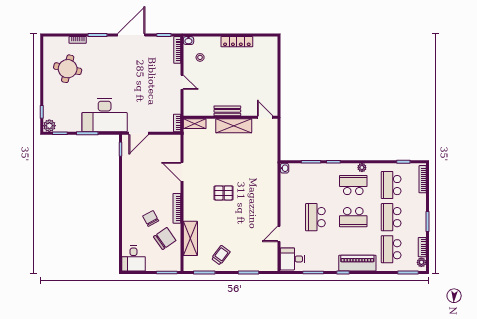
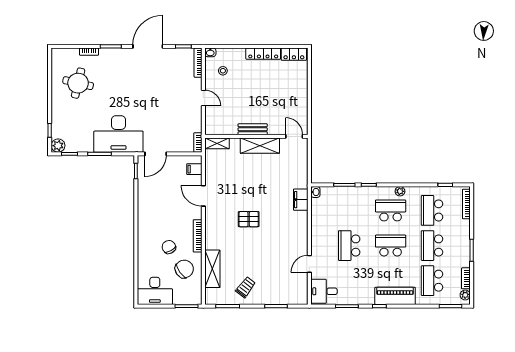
locker: (265, 42) -> (294, 54), added
filing cabinet: (174, 147) -> (194, 169), added
filing cabinet: (271, 175) -> (301, 200), added
school desk: (353, 217) -> (391, 246), turned 180
desk: (133, 259) -> (155, 291), width x1.37

